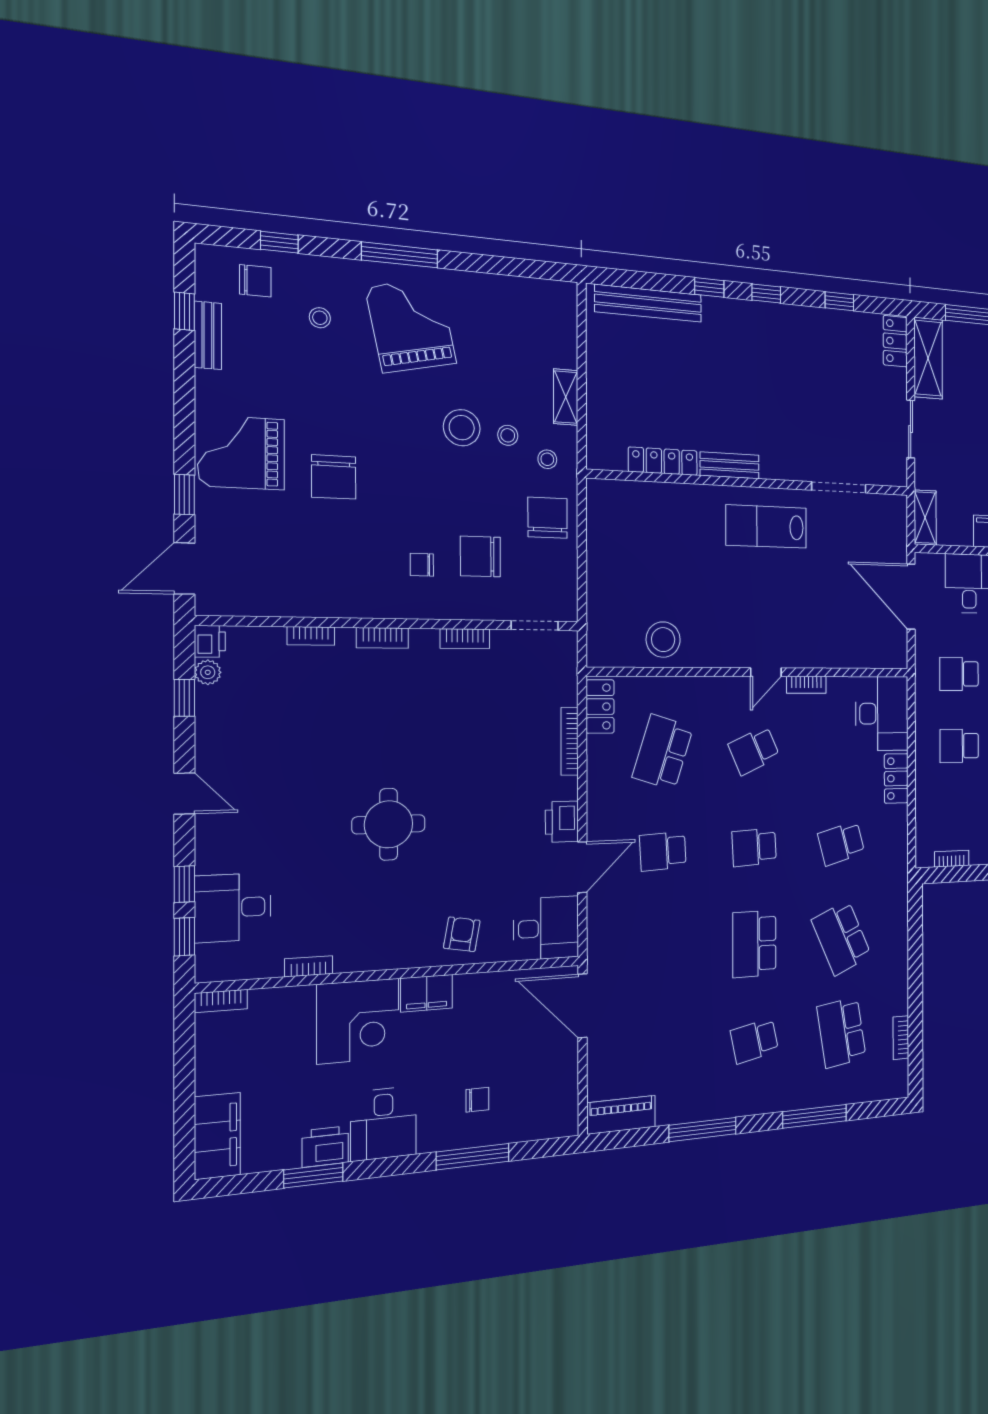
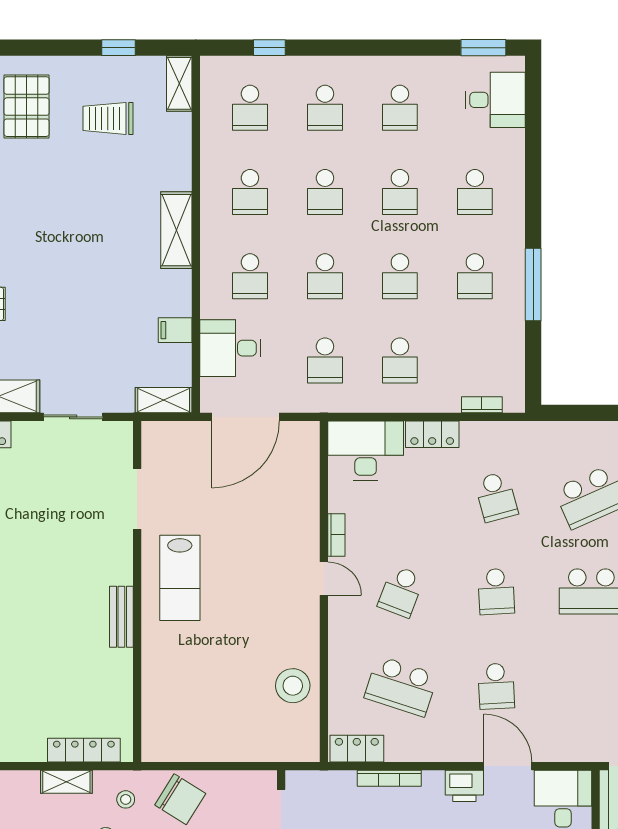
locker: (663, 461) -> (84, 750), moved, turned 90
chair: (548, 518) -> (180, 799), turned -148
school desk: (754, 750) -> (401, 591), turned 45
bookcase: (952, 859) -> (482, 405), moved, turned 90

